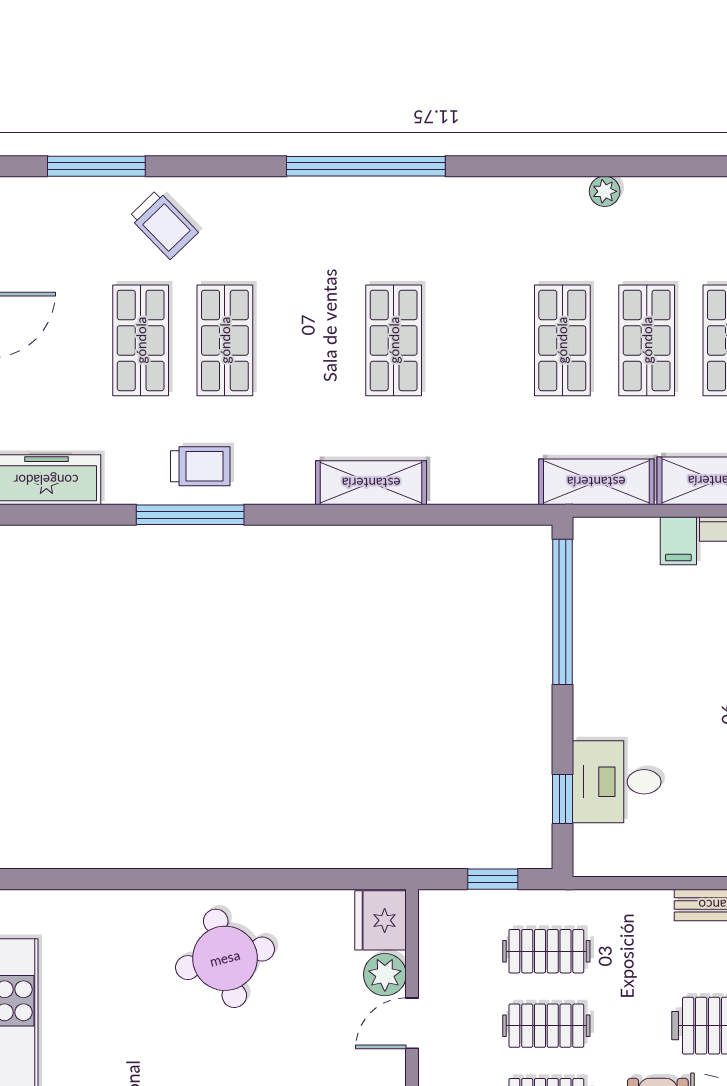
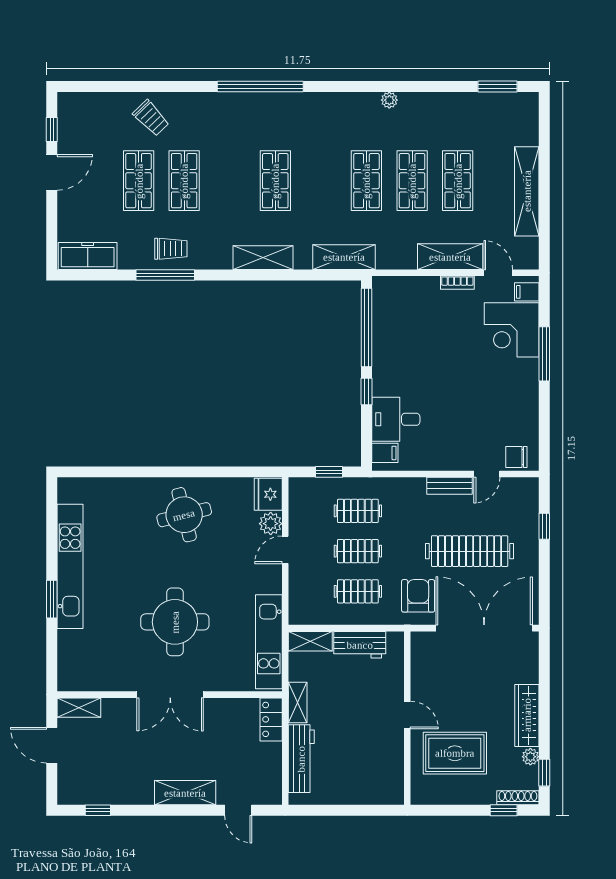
window: (96, 166) -> (115, 86), removed
shelving: (596, 482) -> (344, 257), moved
filing cabinet: (678, 541) -> (385, 453), moved, turned -90
window: (563, 799) -> (367, 392), moved

